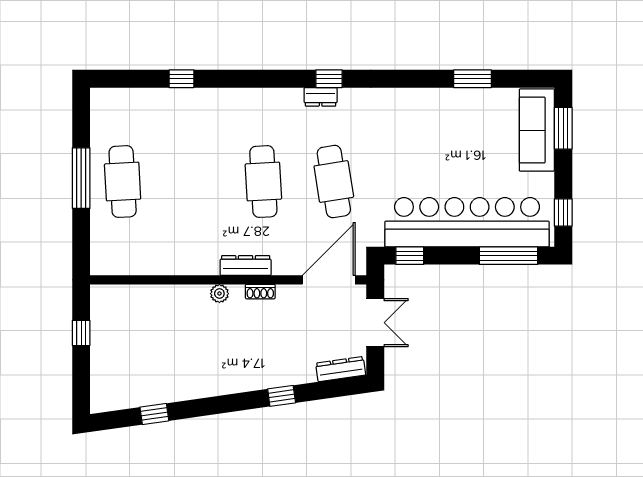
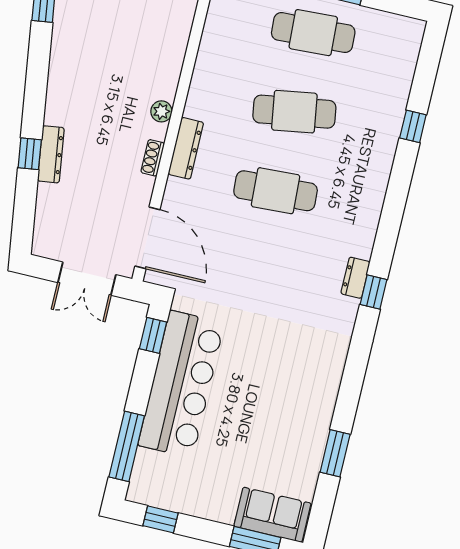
sofa: (537, 130) -> (272, 515), width x0.73
cafe table: (334, 182) -> (294, 112), moved
bar counter: (467, 222) -> (181, 384), width x0.73
dresser: (341, 369) -> (51, 154), moved

